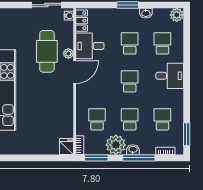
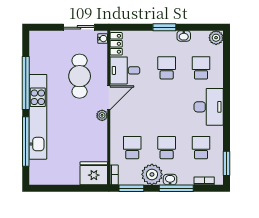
plant: (68, 54) -> (102, 115), moved
desk: (170, 76) -> (209, 107), width x1.37
school desk: (130, 81) -> (167, 108), removed
fridge: (67, 147) -> (94, 173), width x1.88, depth x1.34

